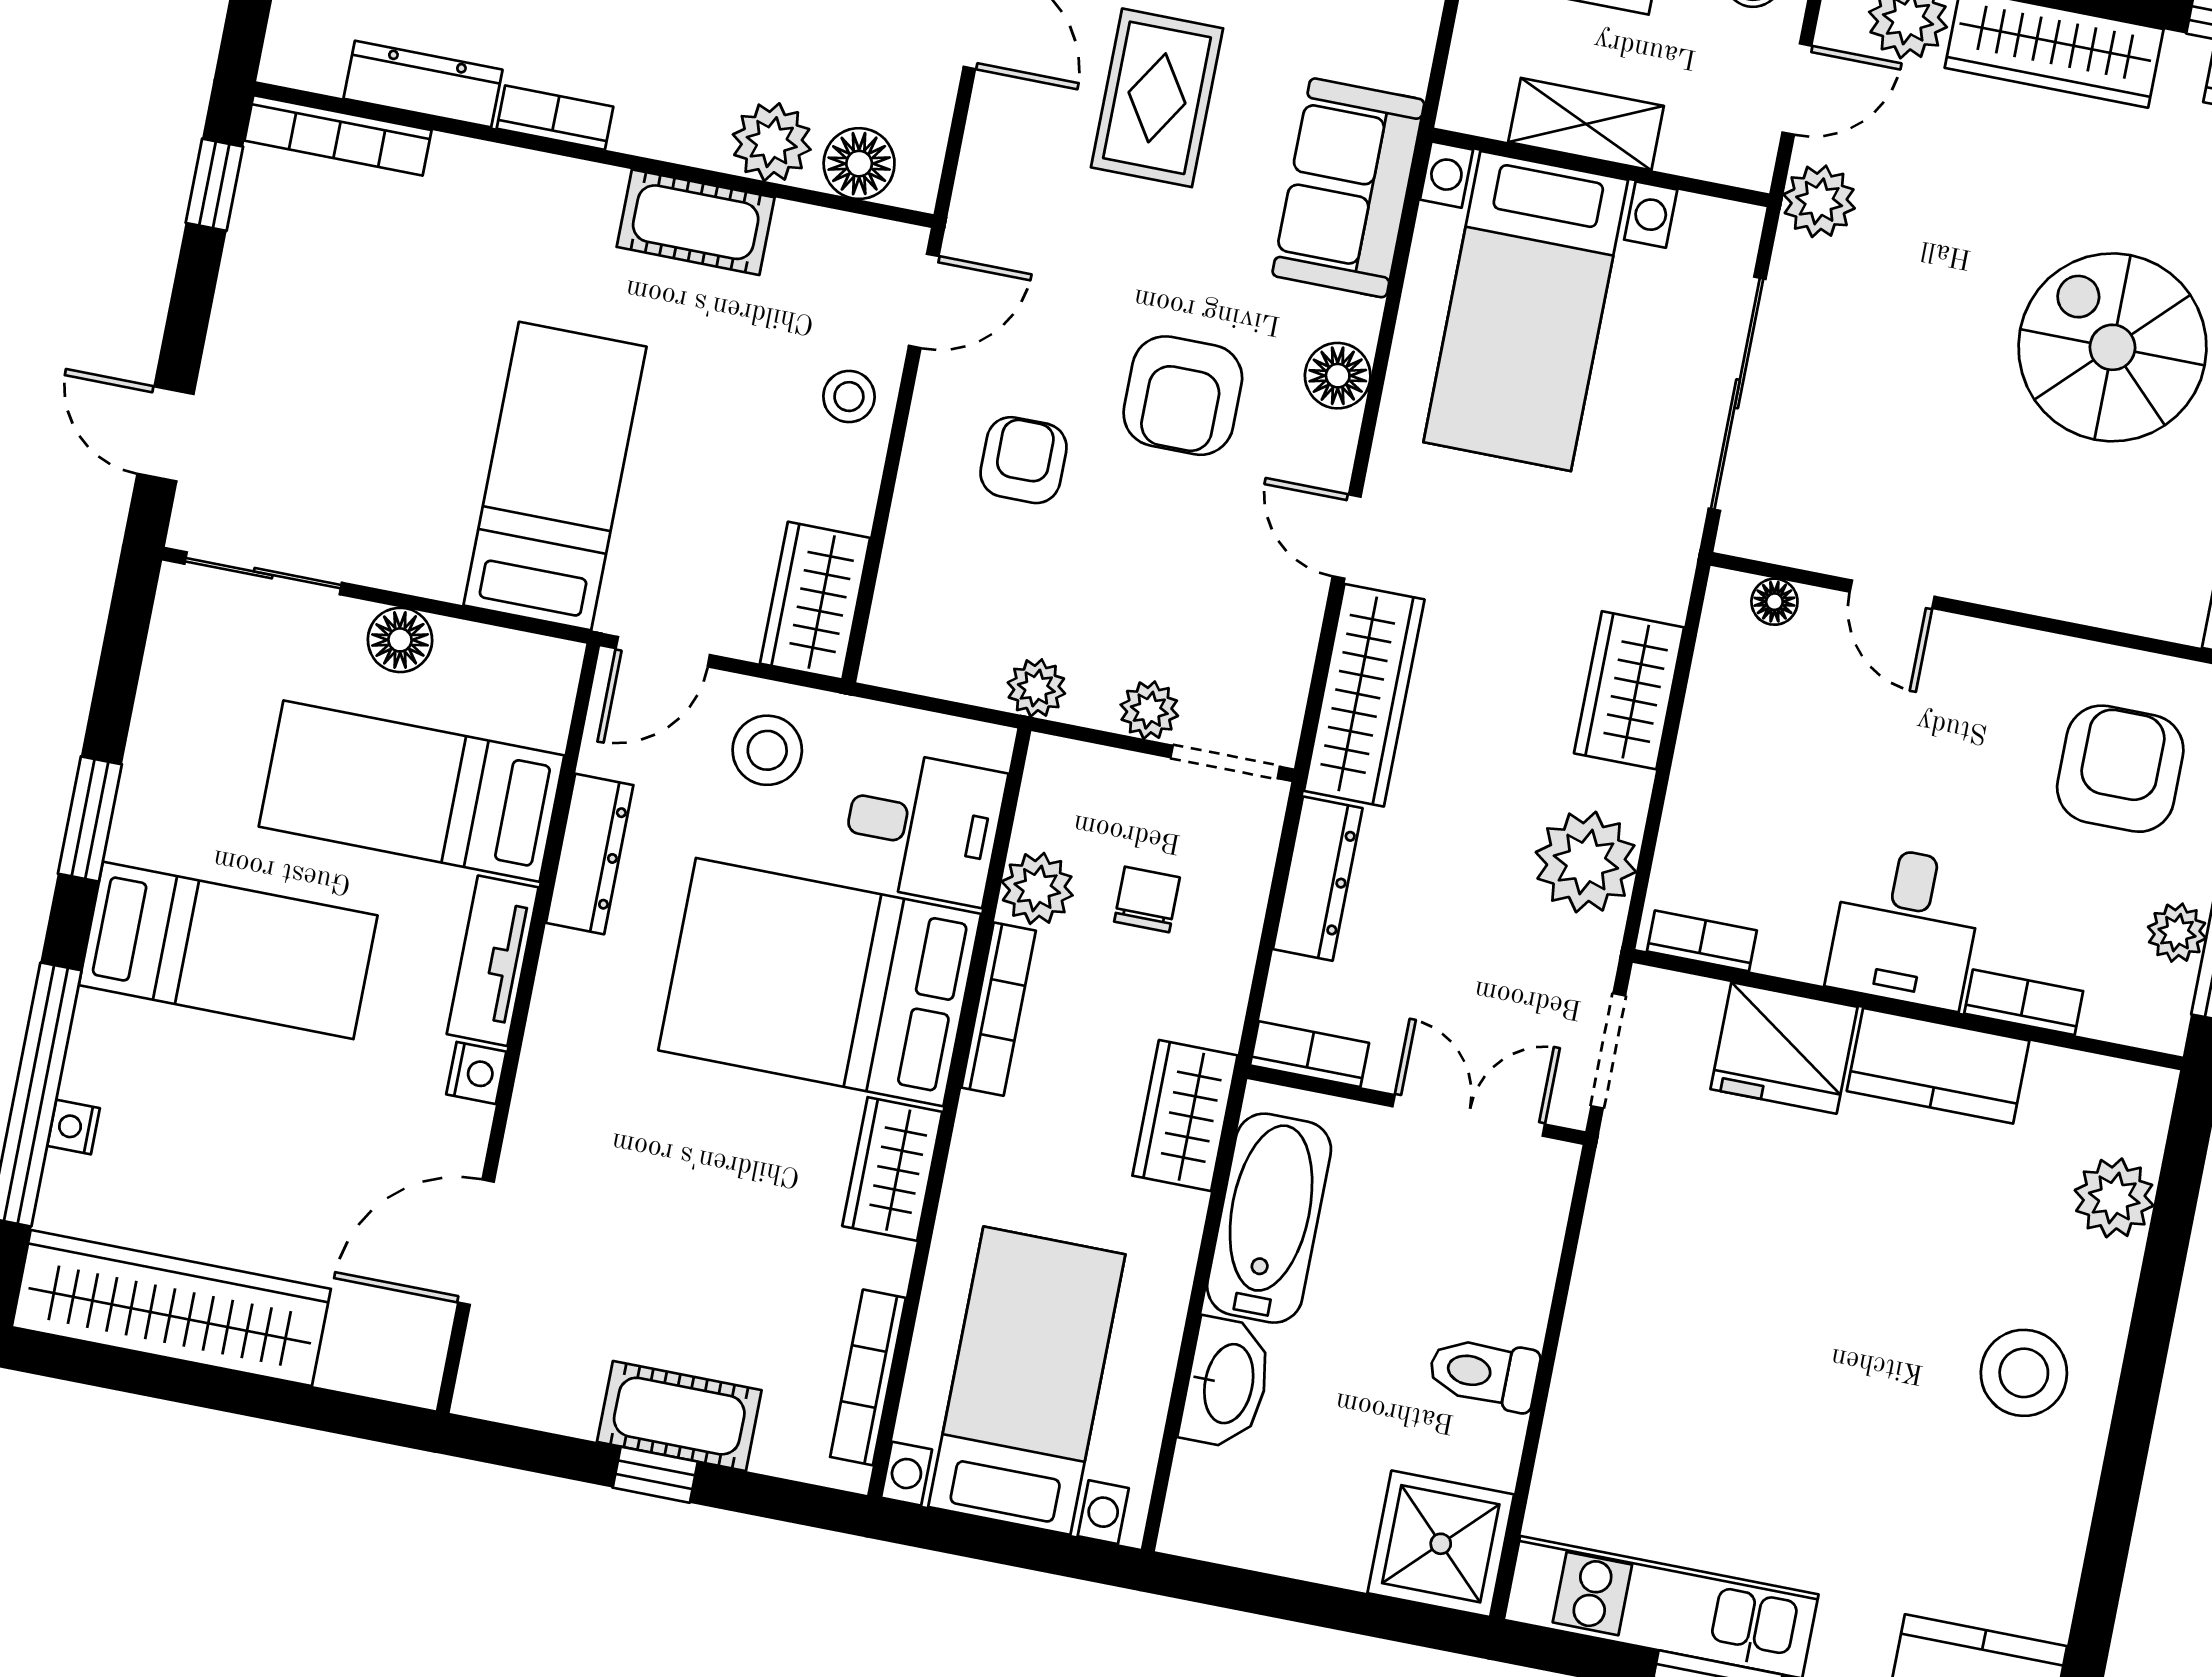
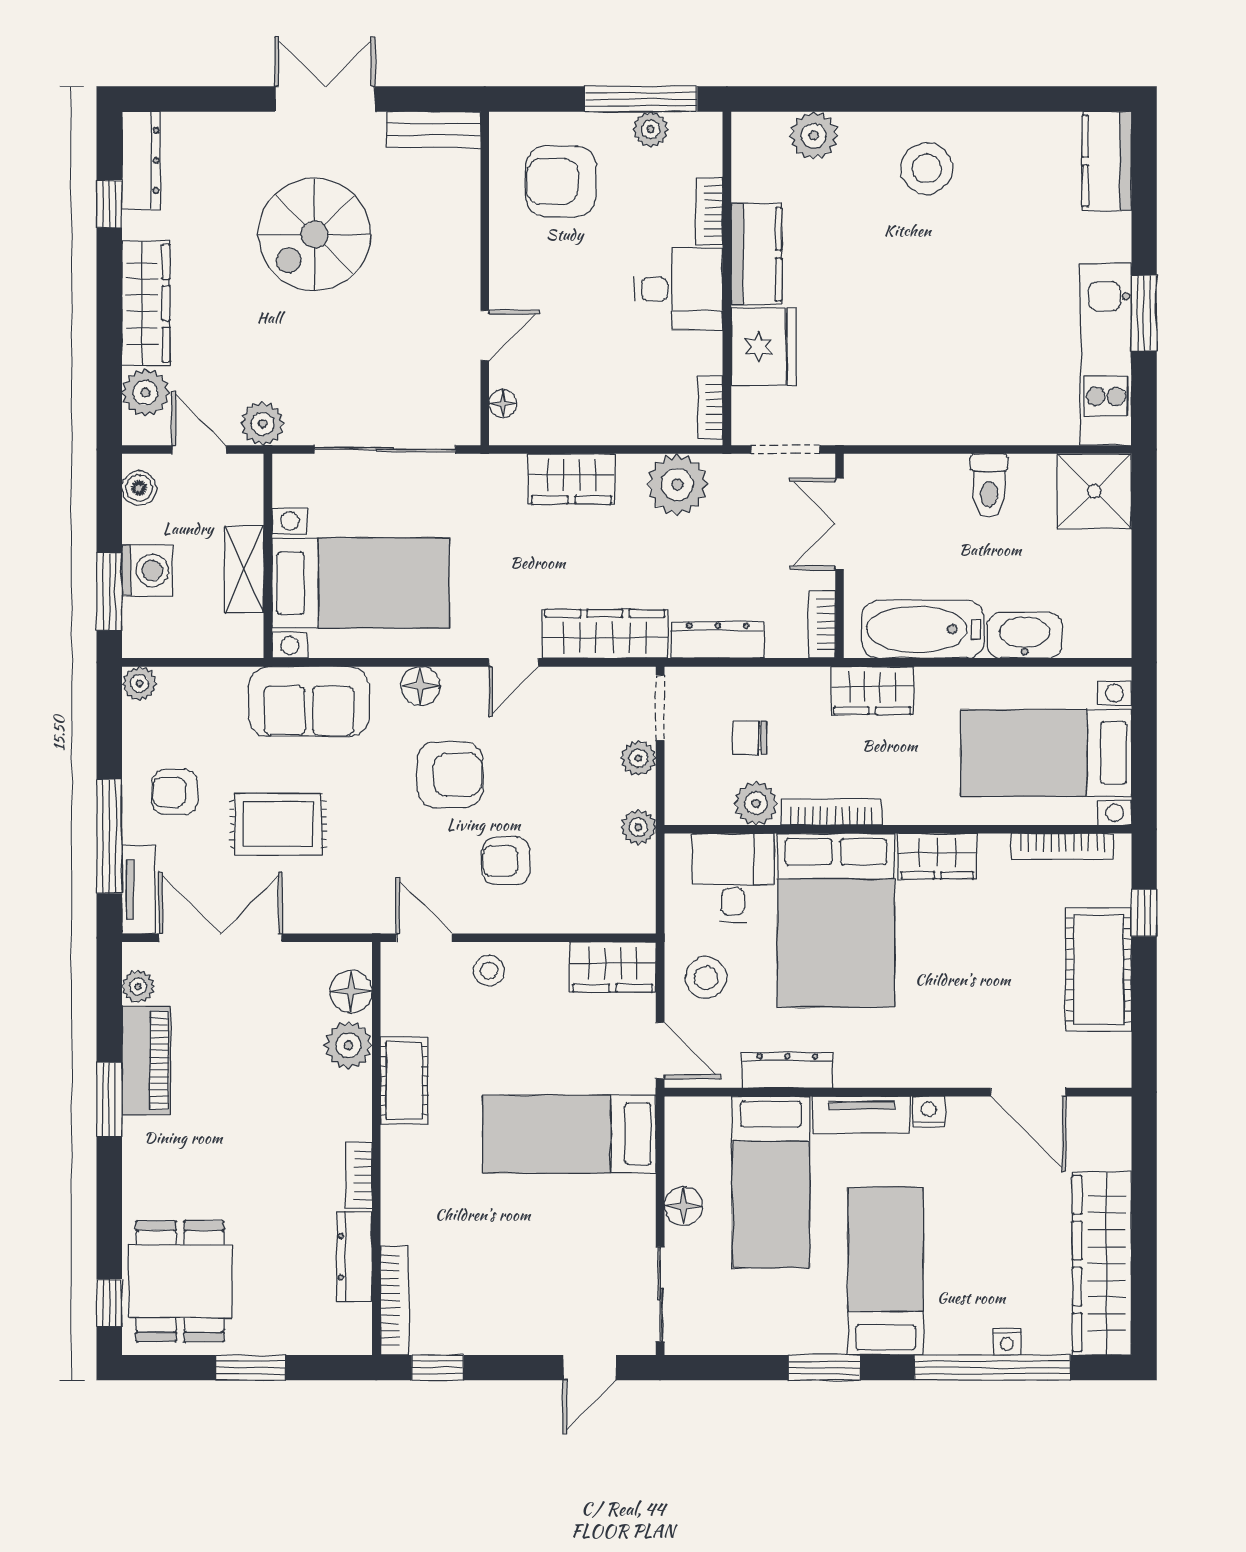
cot: (679, 1416) -> (1099, 970), width x1.37, depth x1.34
window: (655, 1475) -> (1144, 913), moved

